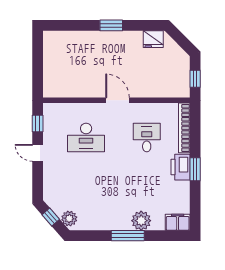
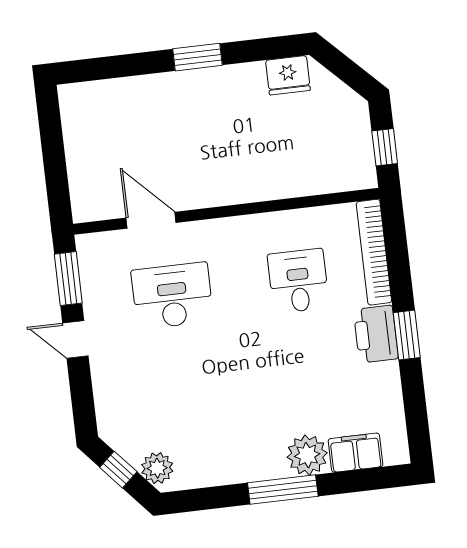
door: (118, 100) -> (151, 220), moved
window: (38, 123) -> (68, 279), width x1.50
desk: (86, 137) -> (172, 296), turned 180
filing cabinet: (178, 222) -> (356, 453), moved

